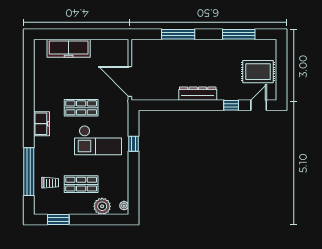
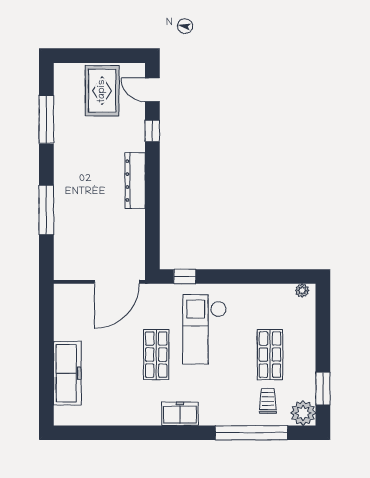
checkout: (98, 140) -> (205, 329), turned 180
window: (133, 144) -> (185, 276), moved
plant: (102, 206) -> (303, 413), moved

